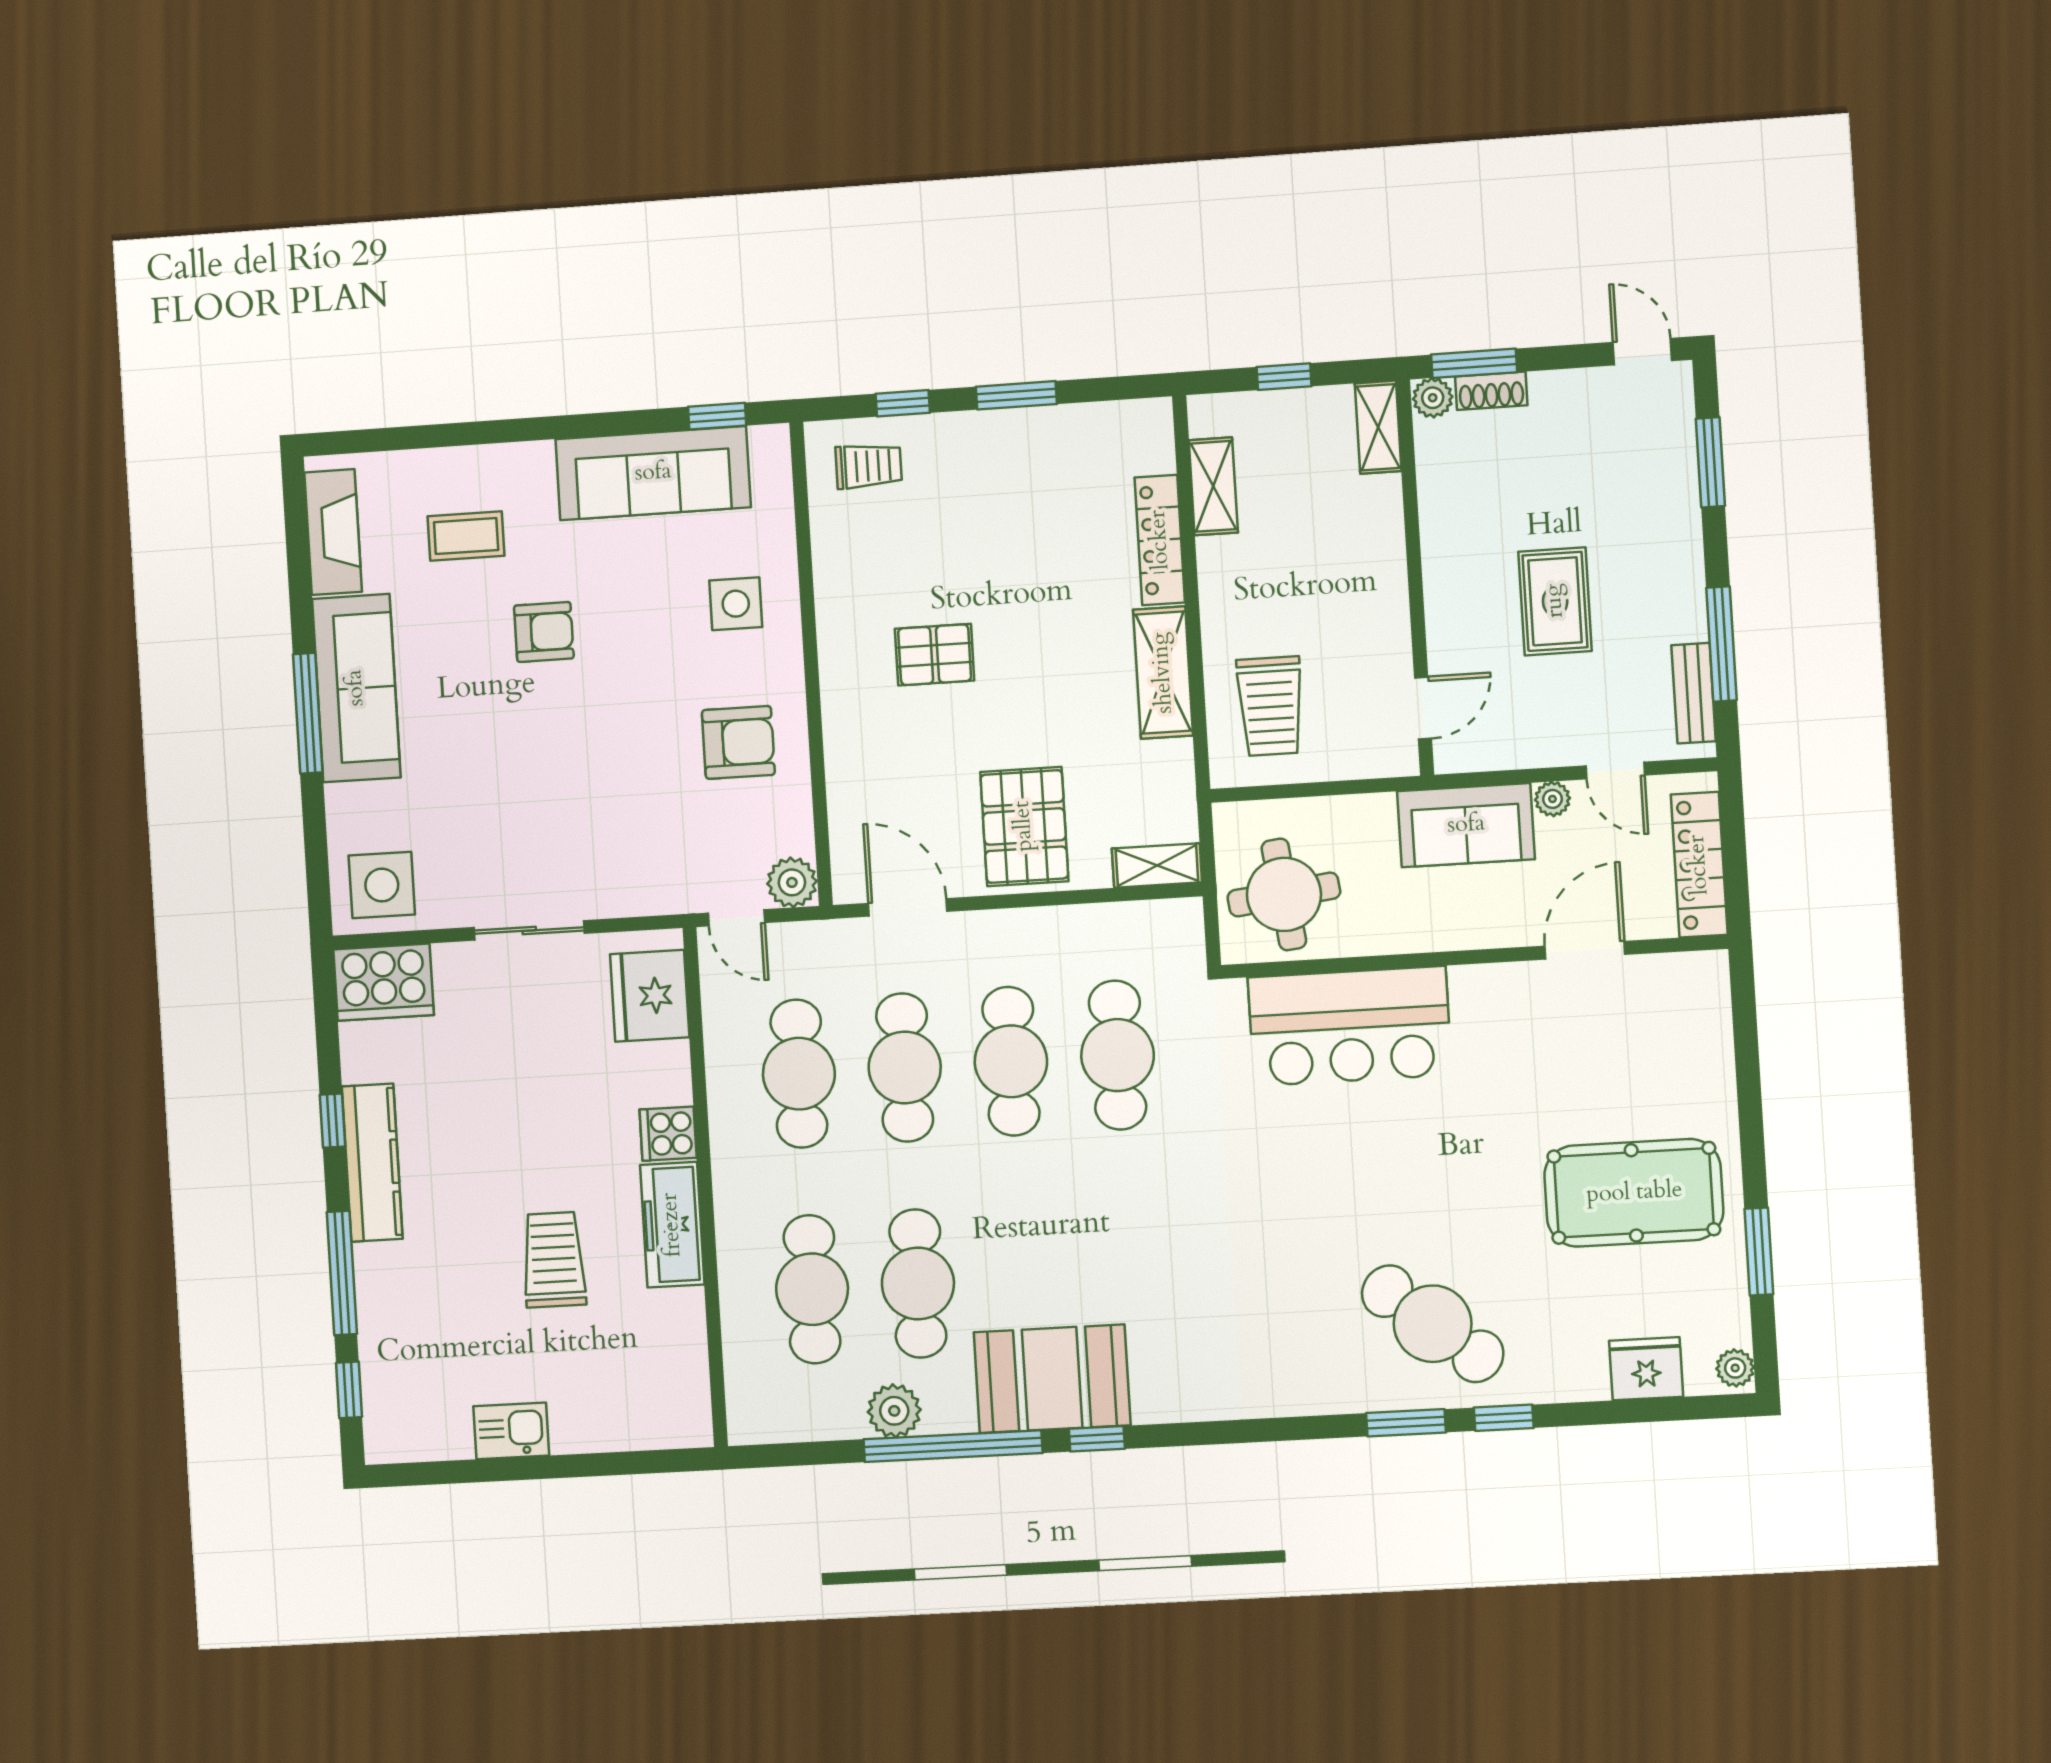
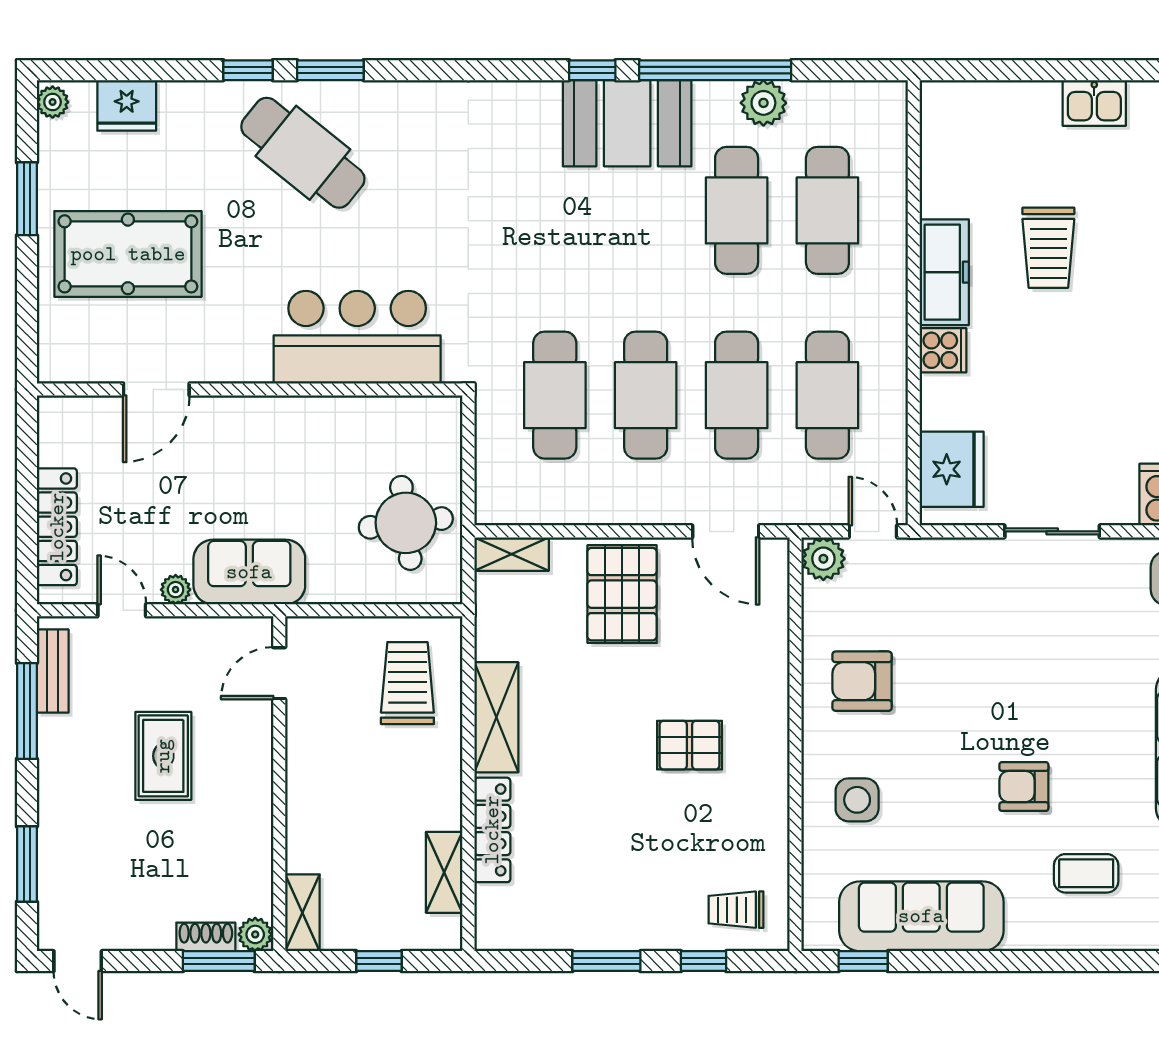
door: (1585, 950) -> (156, 389), moved
wall: (1474, 957) -> (250, 389), moved
bar counter: (1350, 1026) -> (357, 337), moved

